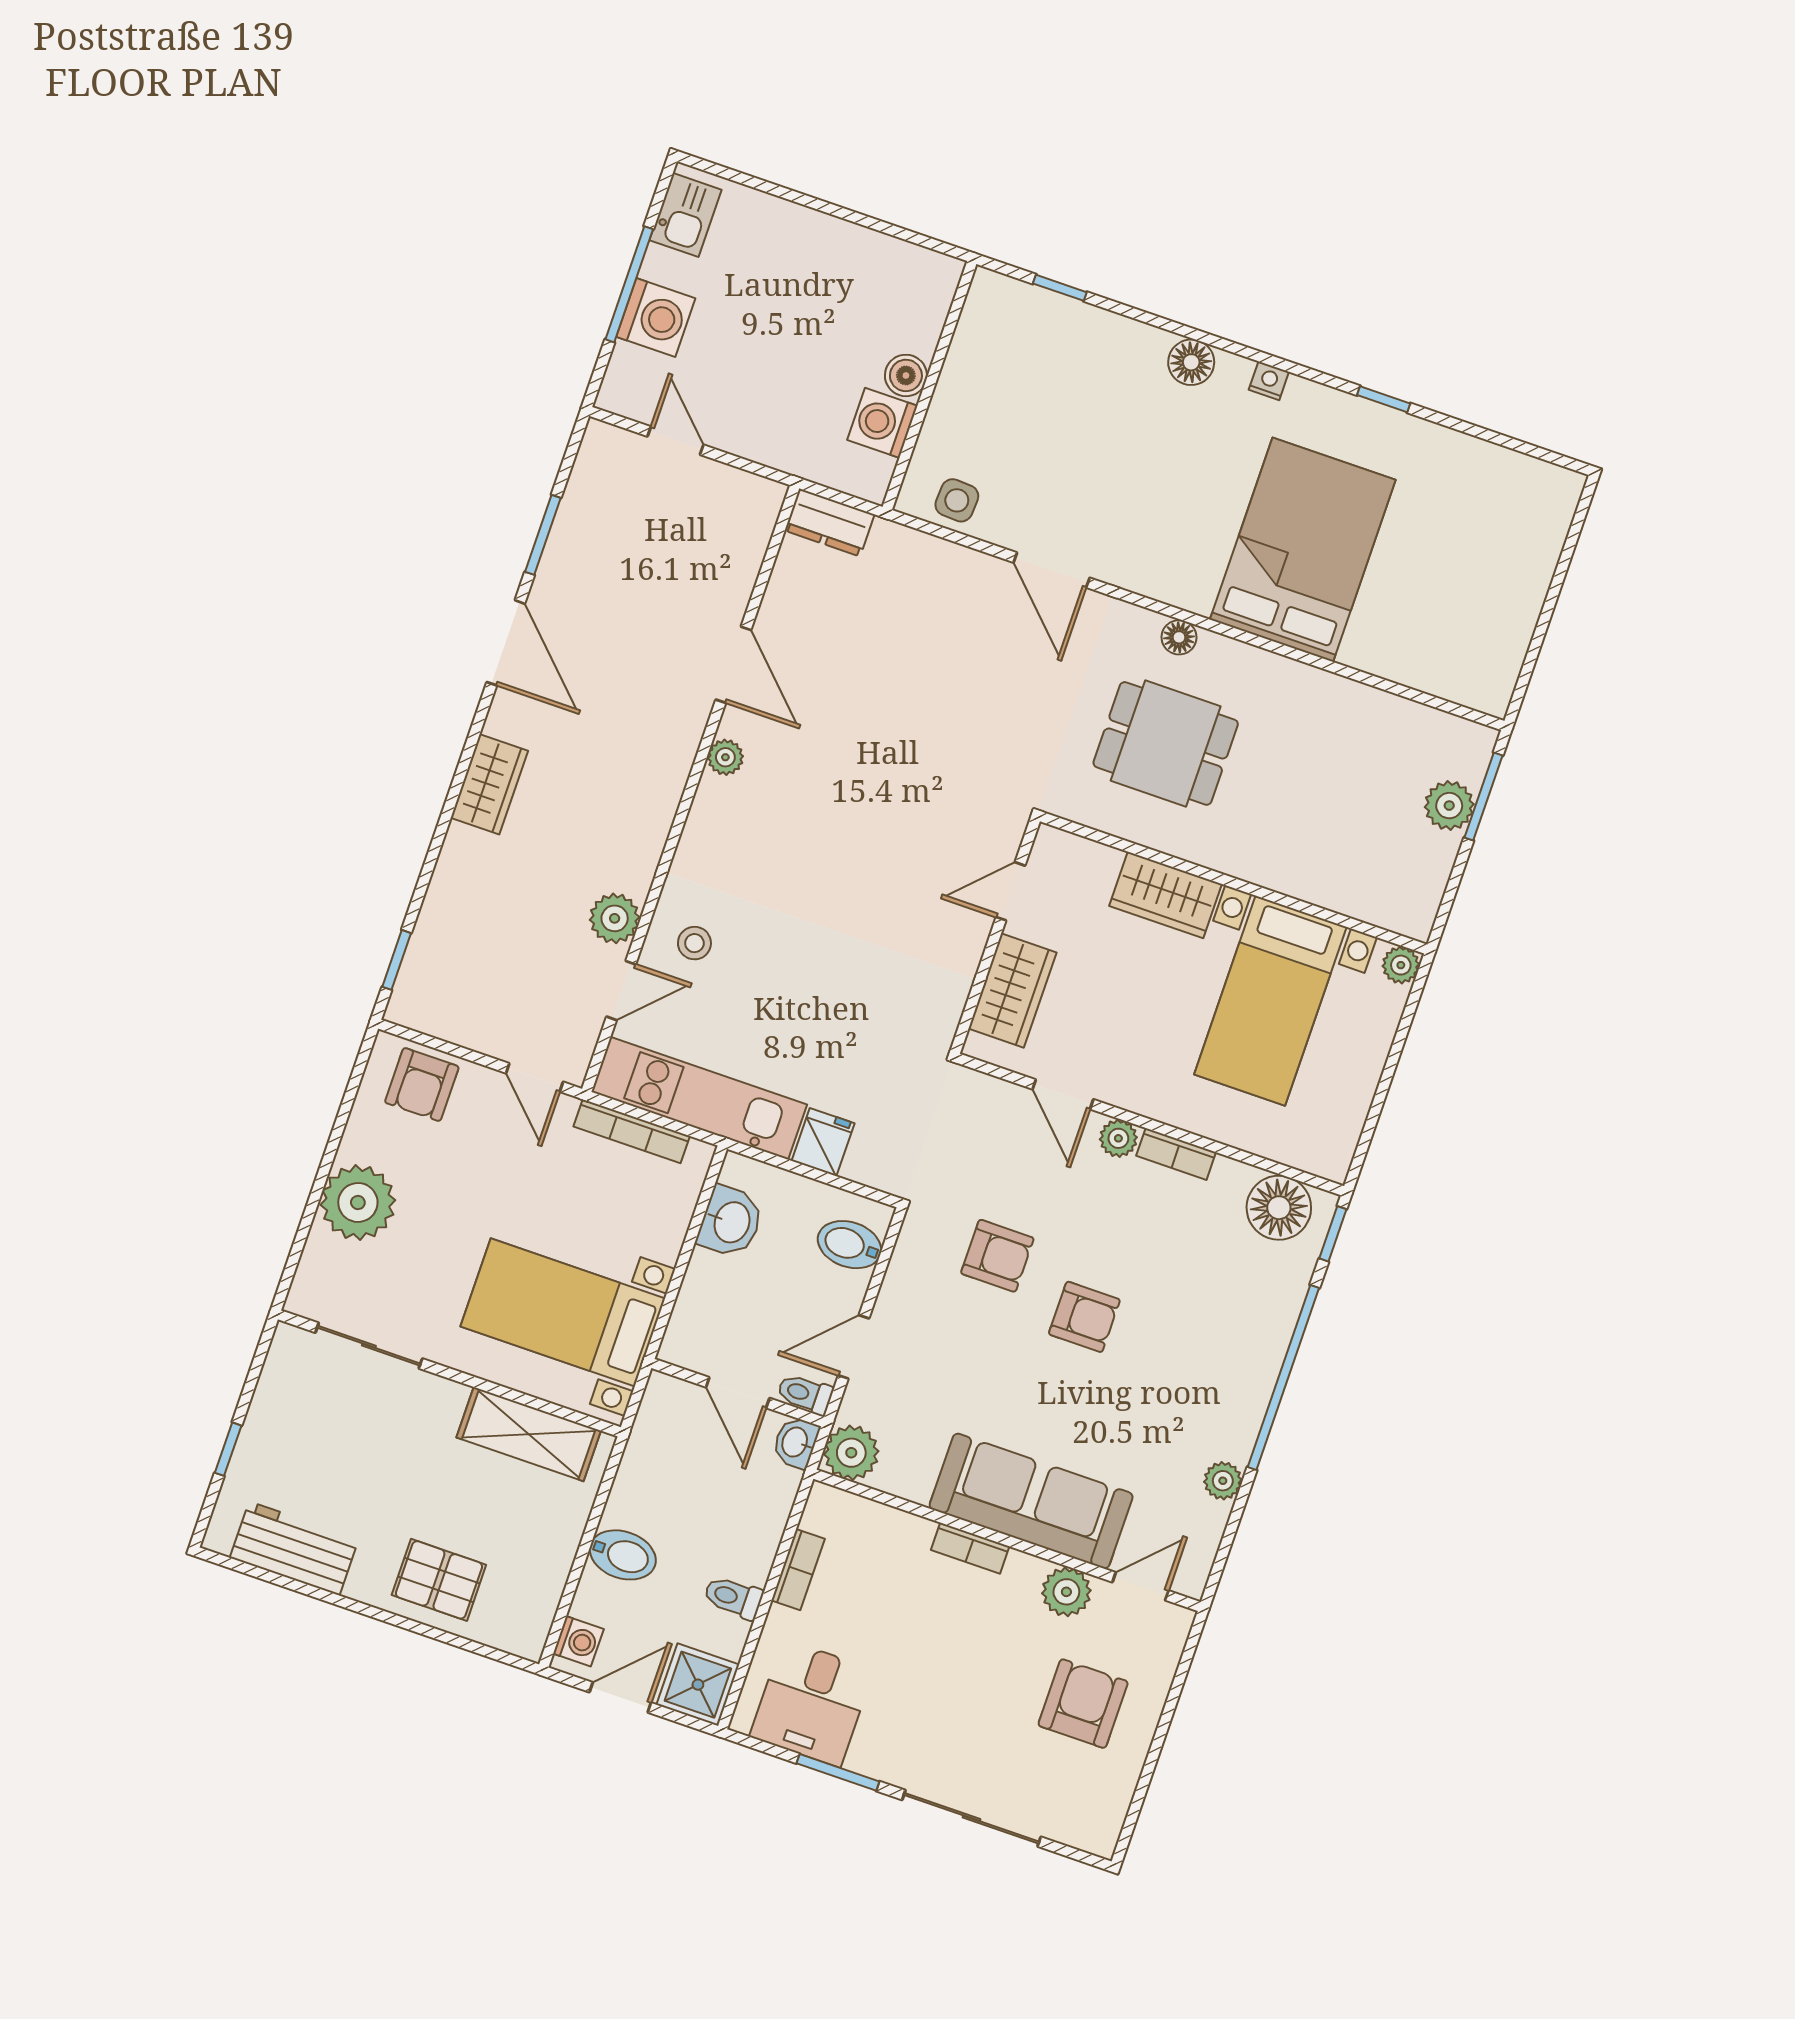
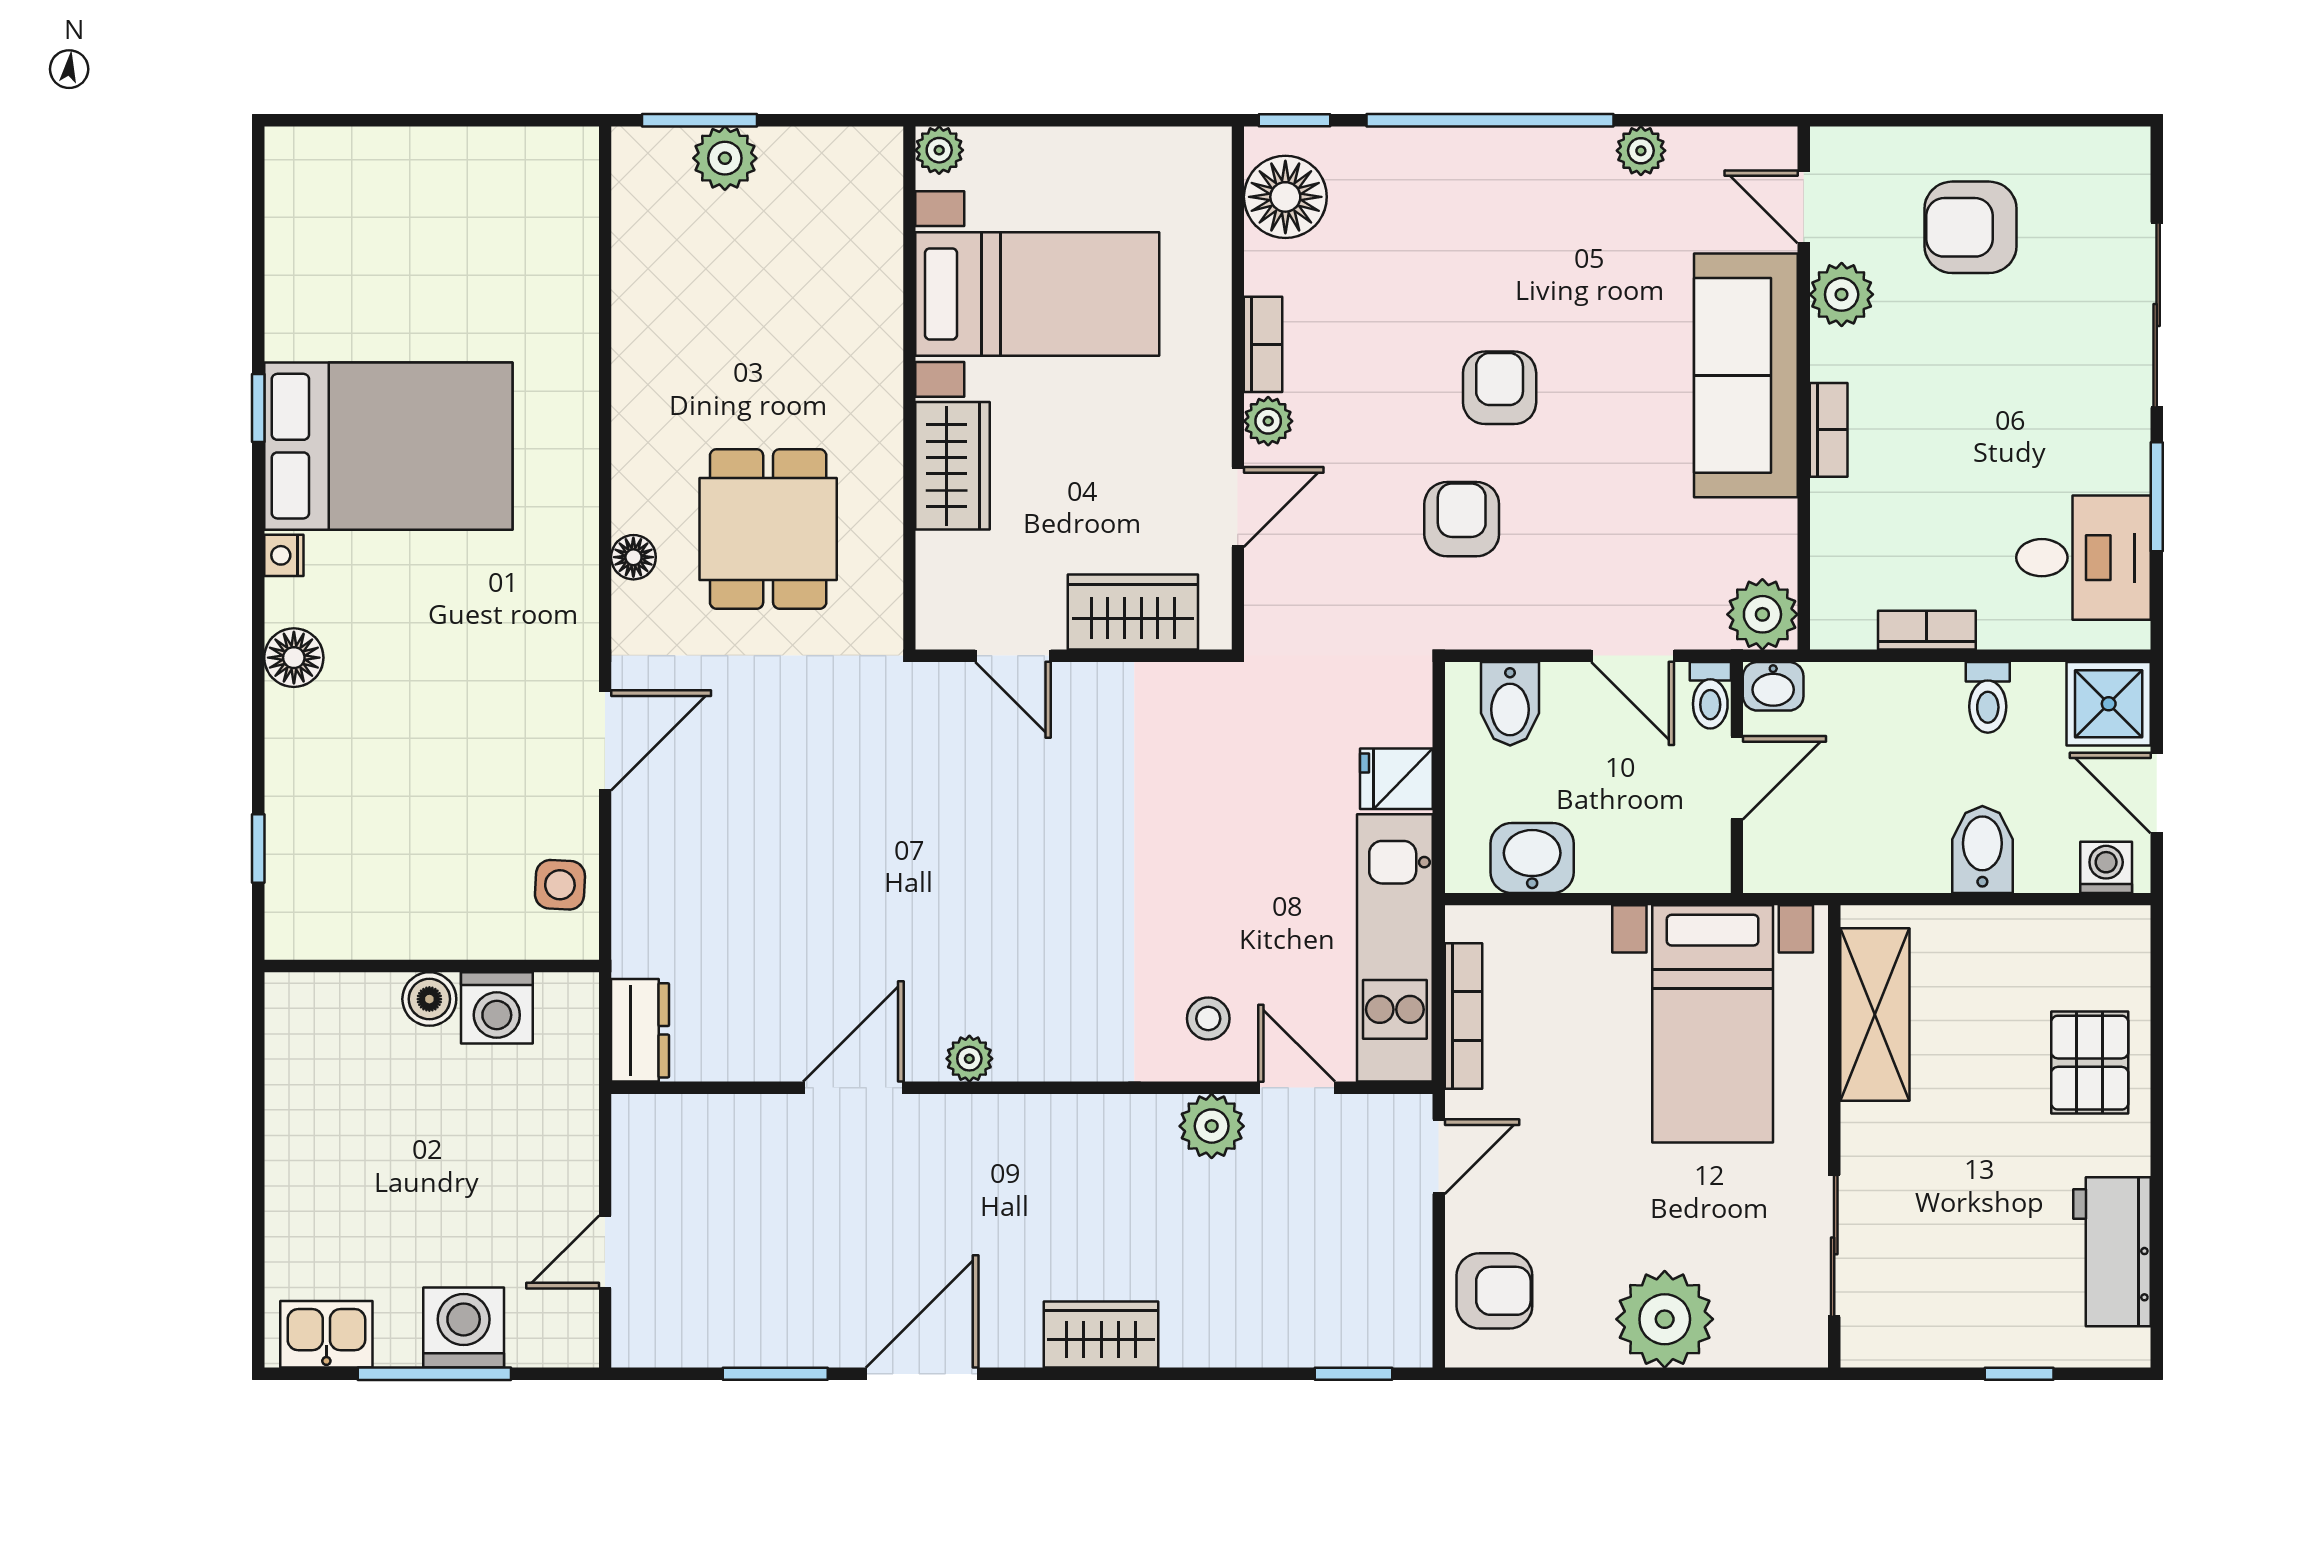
bed: (1303, 550) -> (388, 446), moved, turned 180

